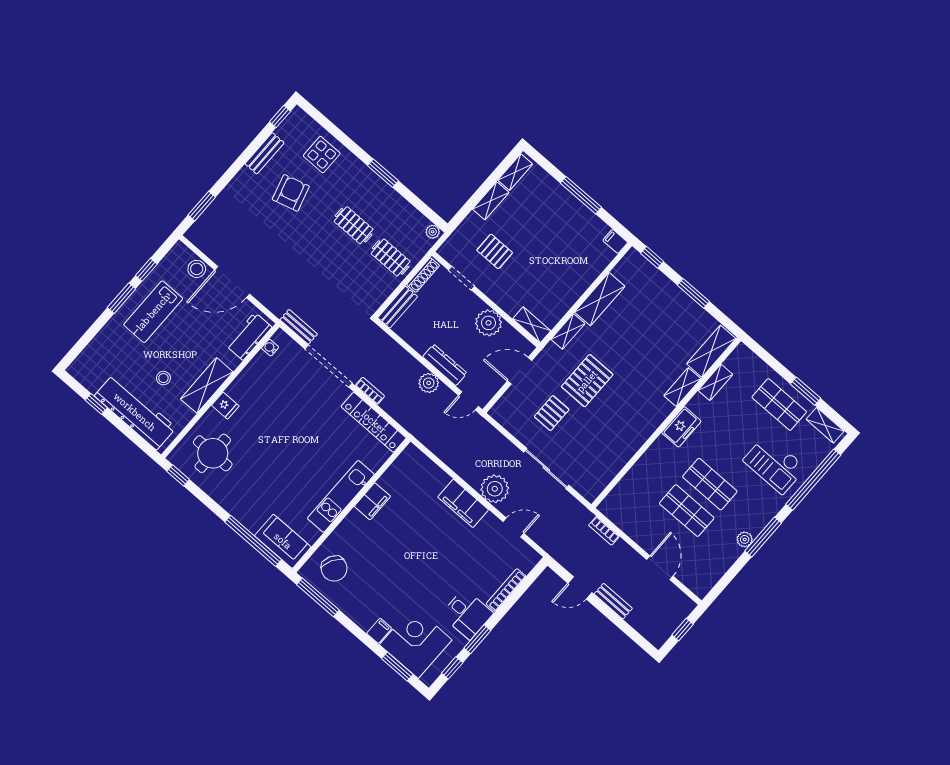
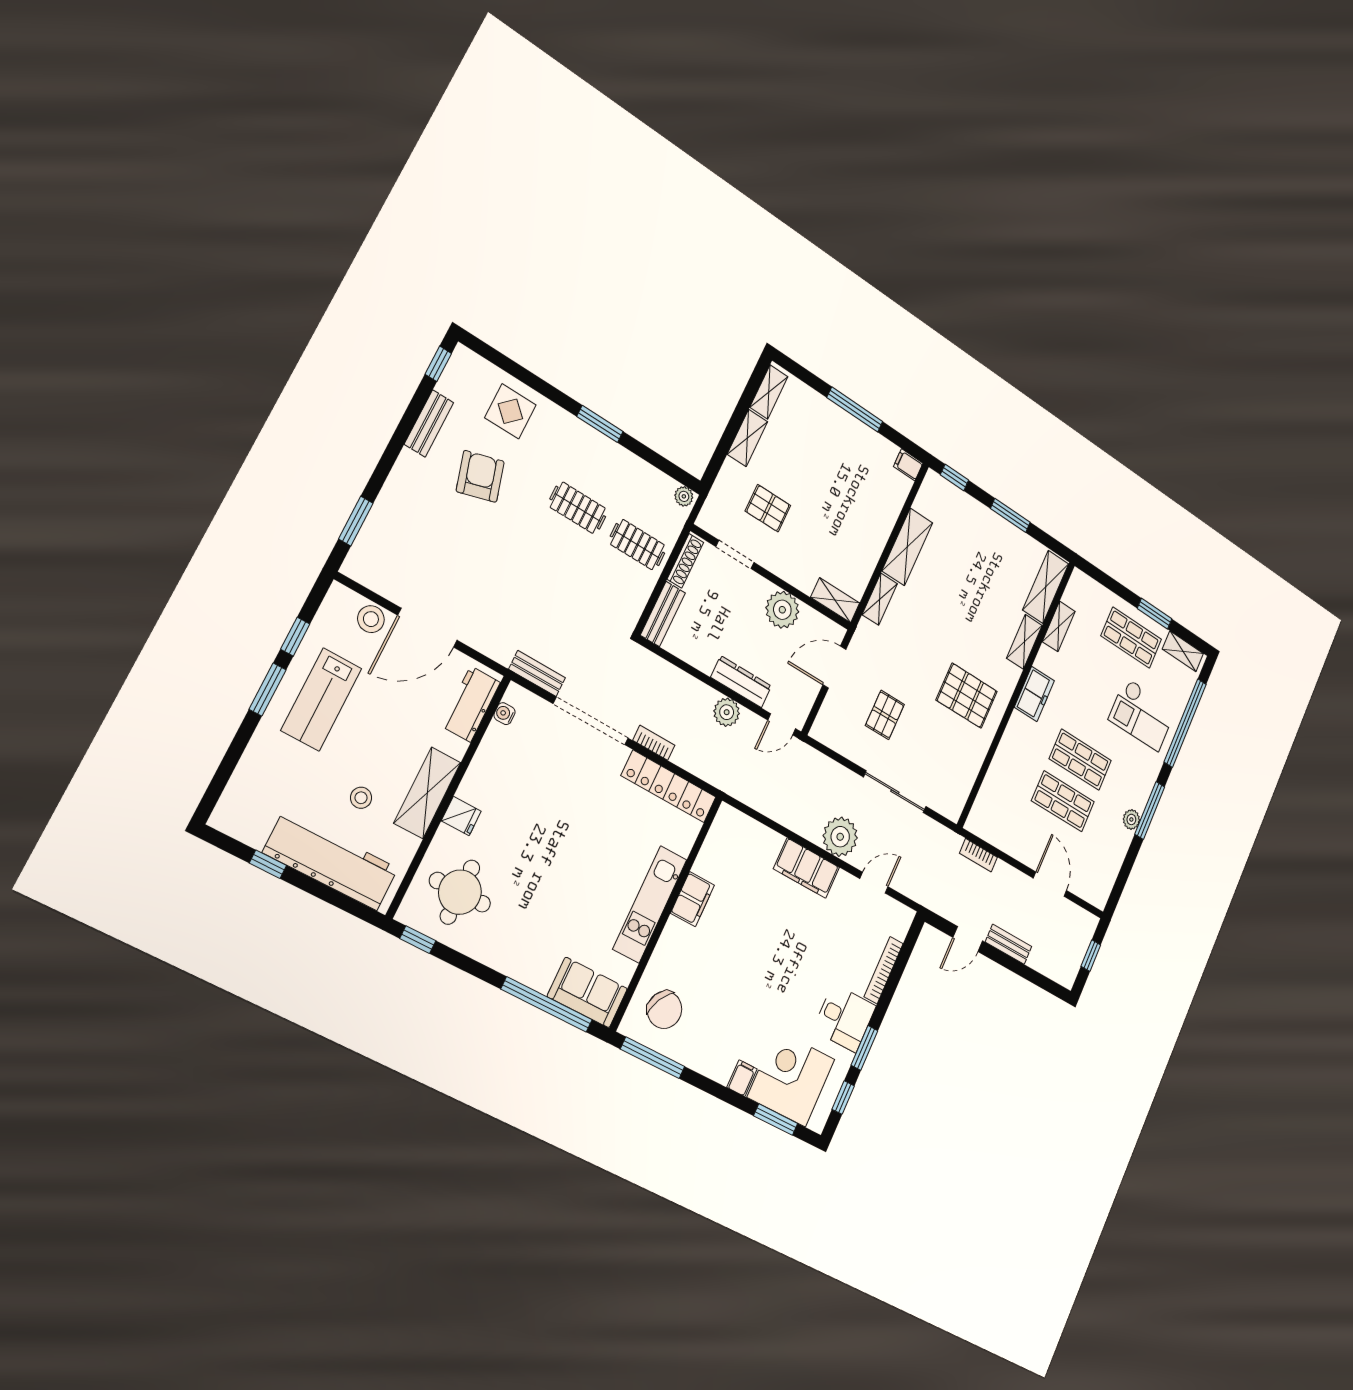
pallet: (587, 381) -> (967, 696), moved, turned 90

